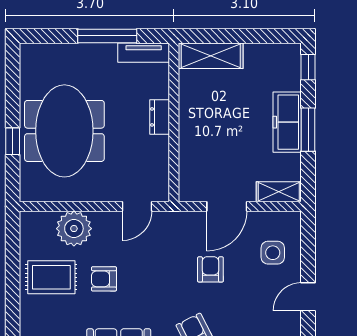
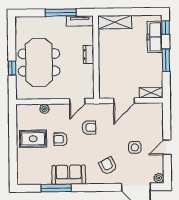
freezer: (287, 122) -> (155, 37), moved
plant: (74, 229) -> (44, 109), width x0.53, depth x0.53
side table: (273, 253) -> (135, 147), moved
armchair: (210, 269) -> (89, 128), moved, turned 90

